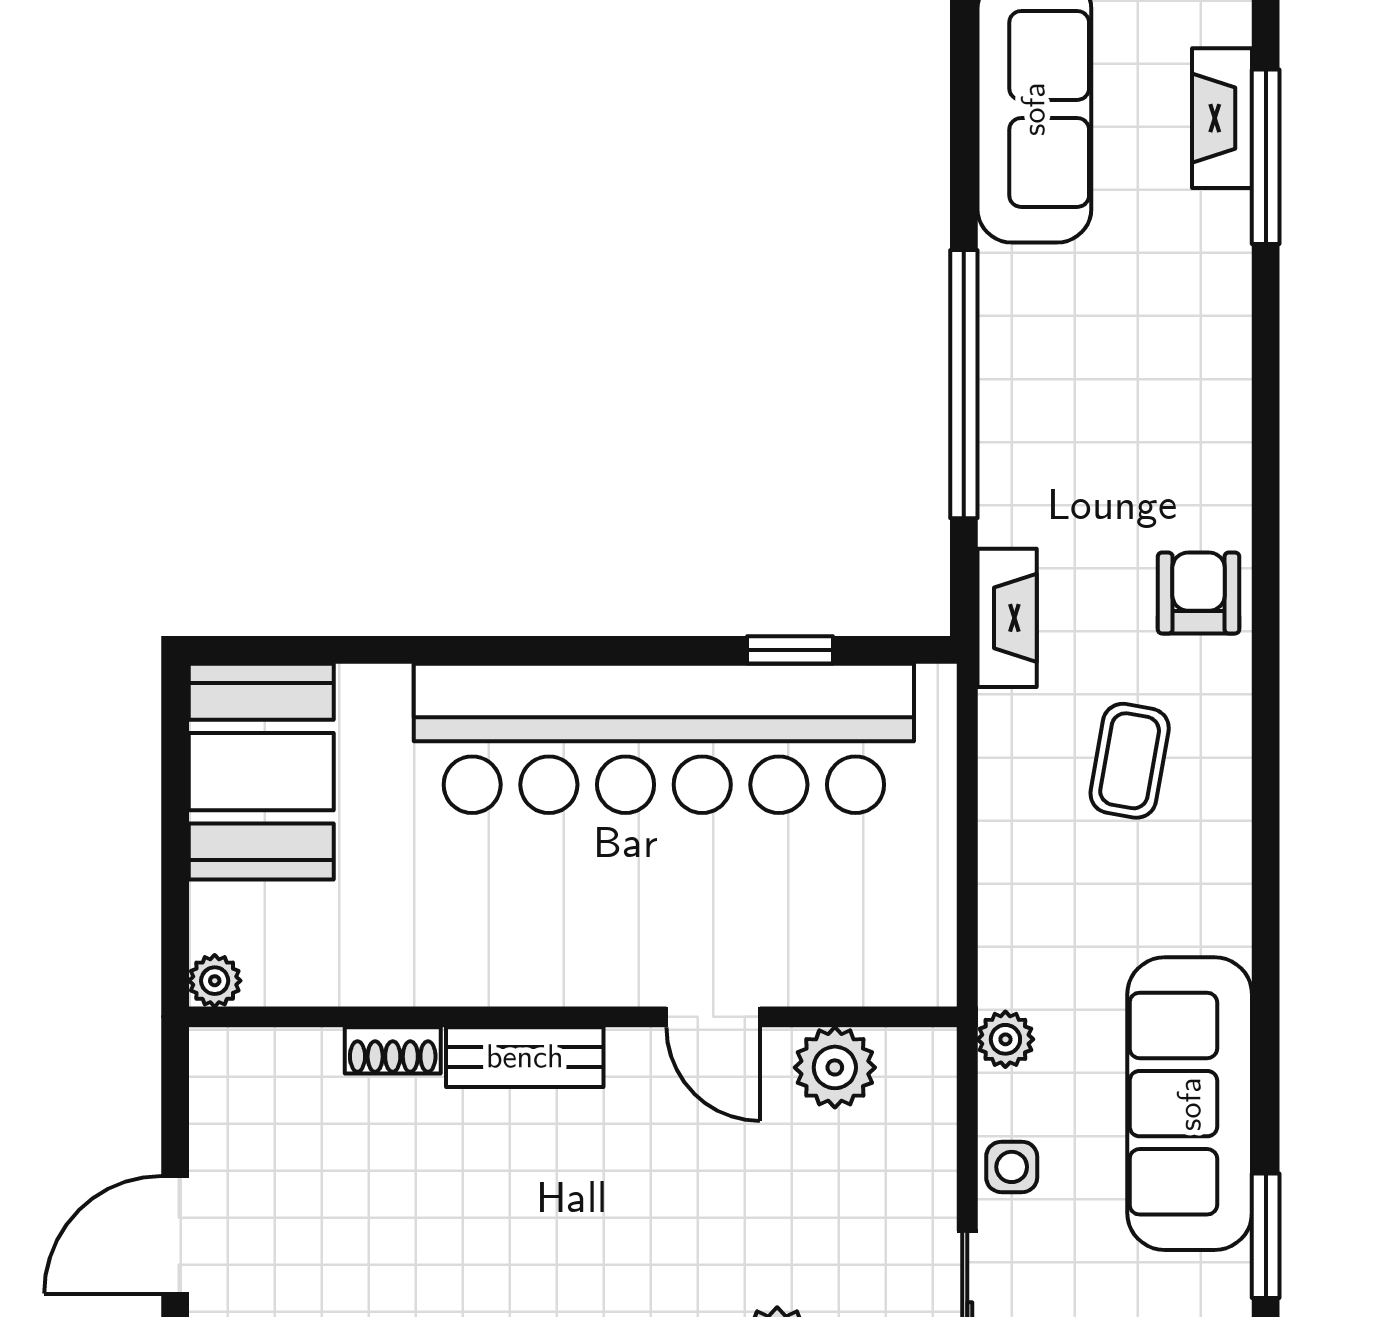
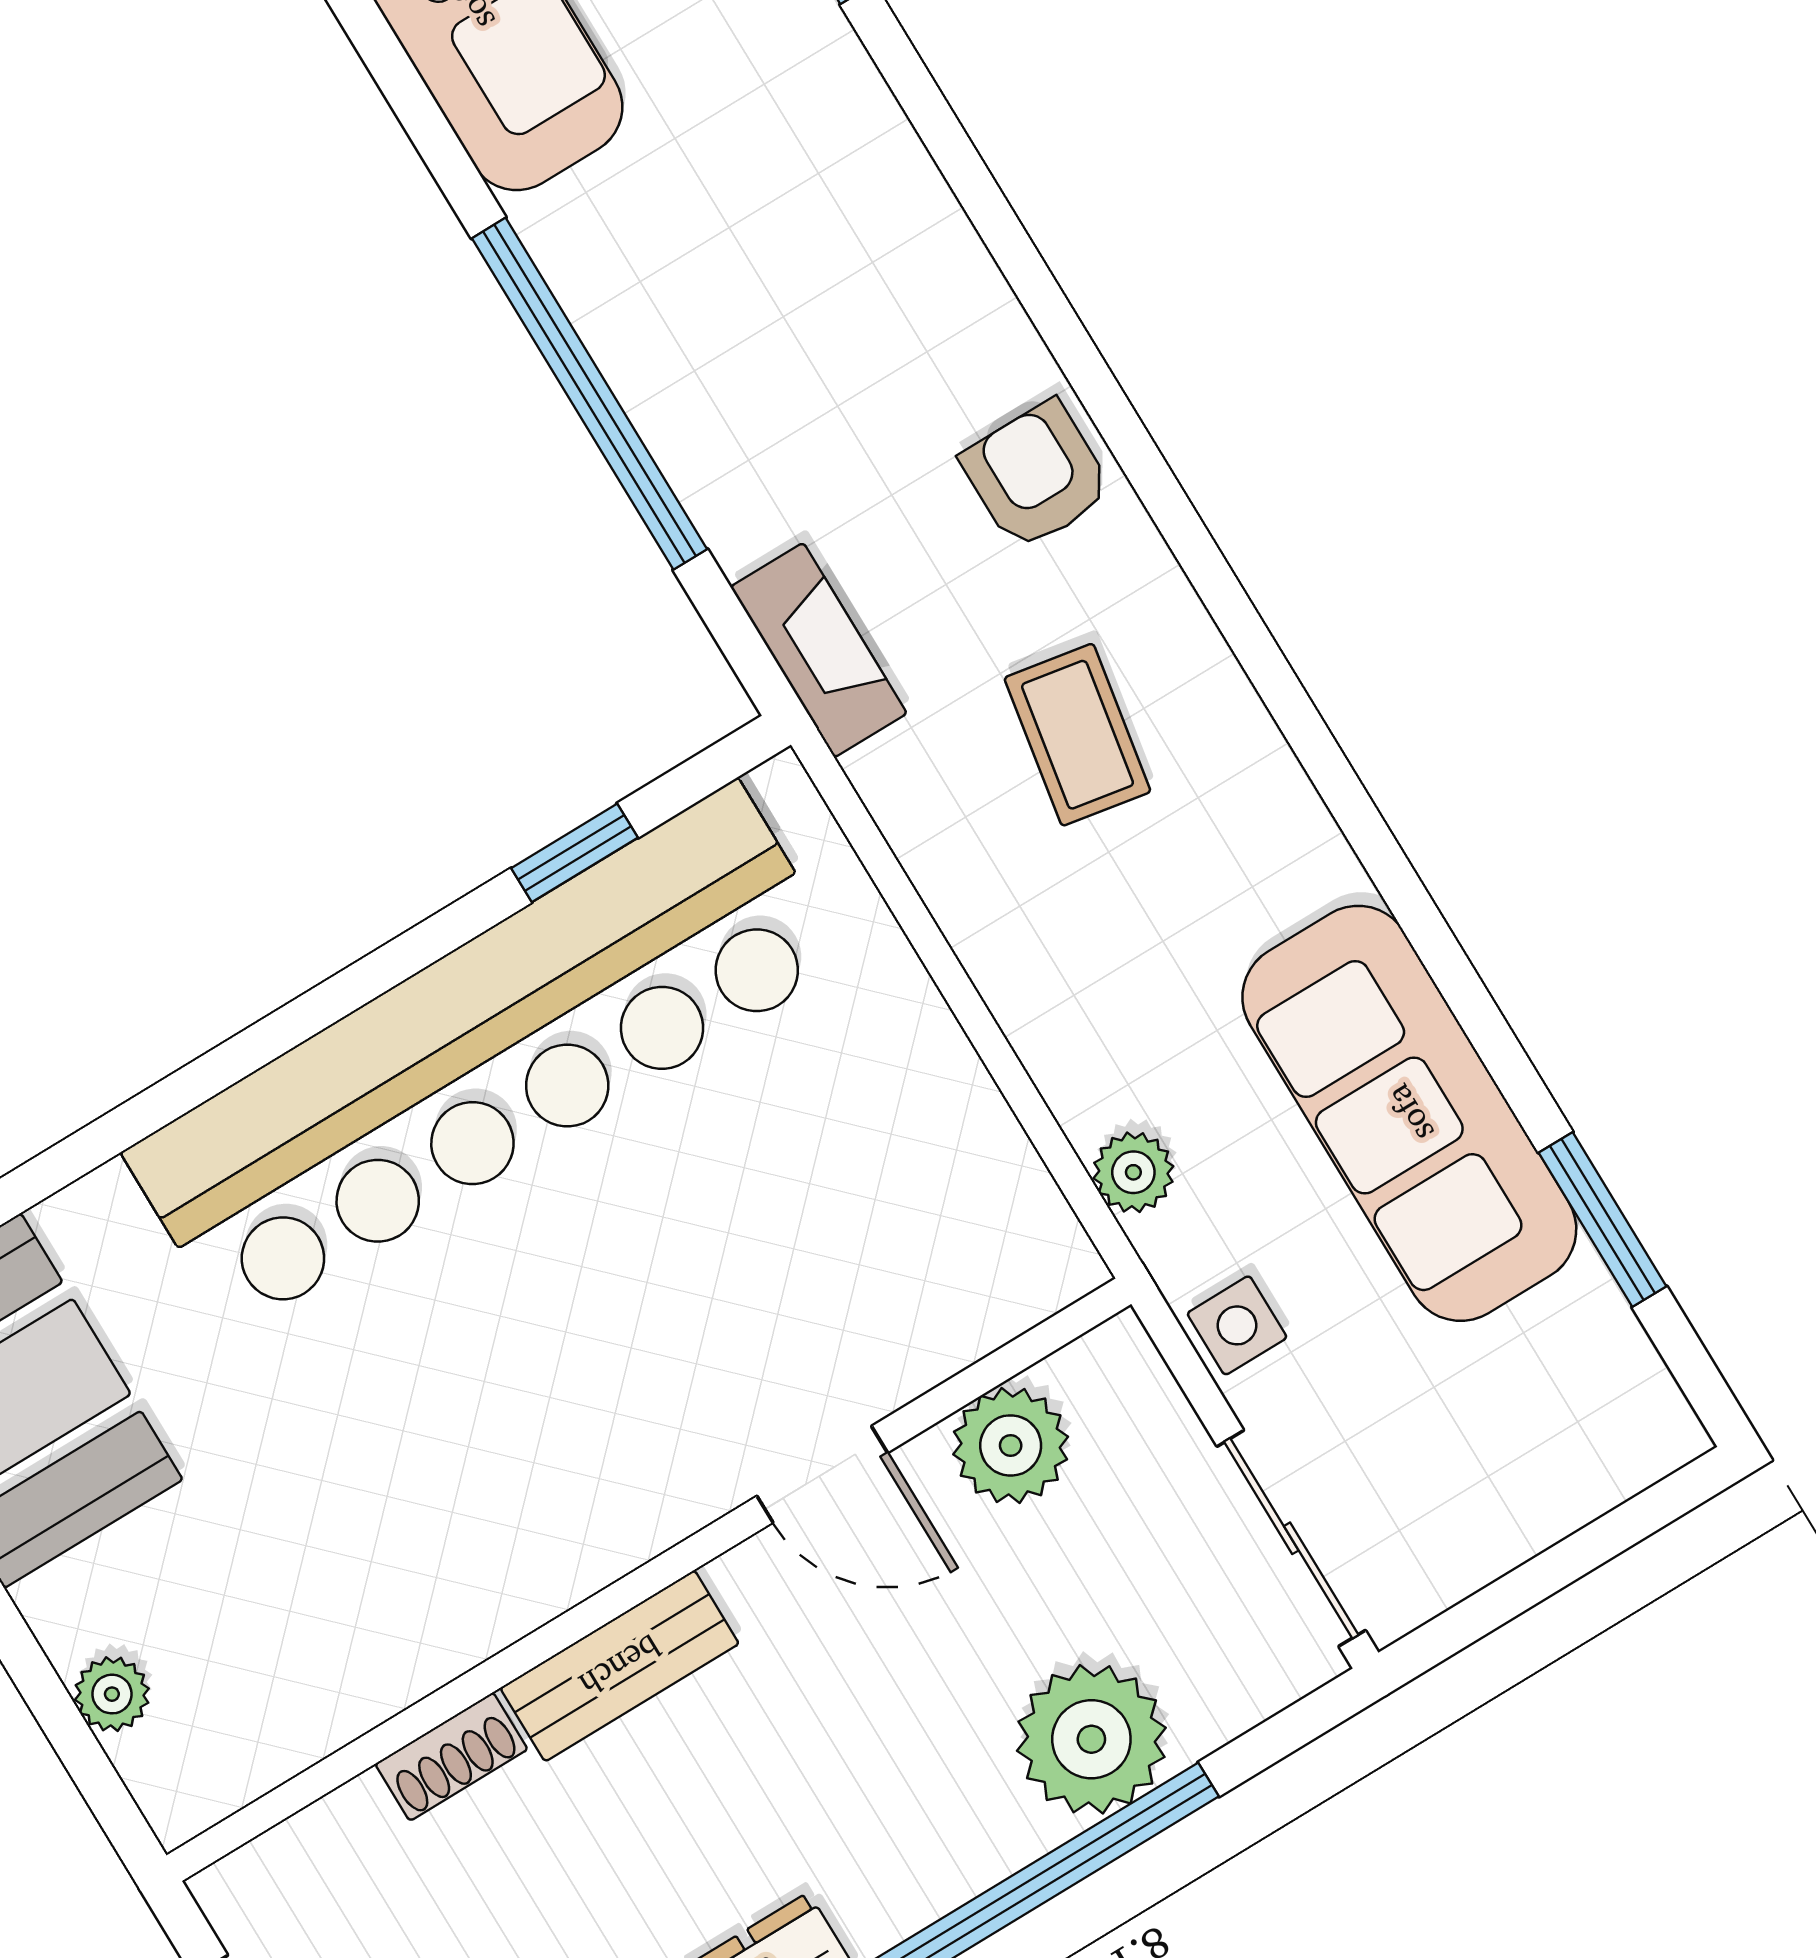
wall: (573, 1017) -> (649, 1580), moved
door: (713, 1017) -> (822, 1474), moved
shoe rack: (393, 1050) -> (451, 1757), moved
bench: (525, 1057) -> (620, 1666), moved
plant: (835, 1067) -> (1011, 1445), moved

